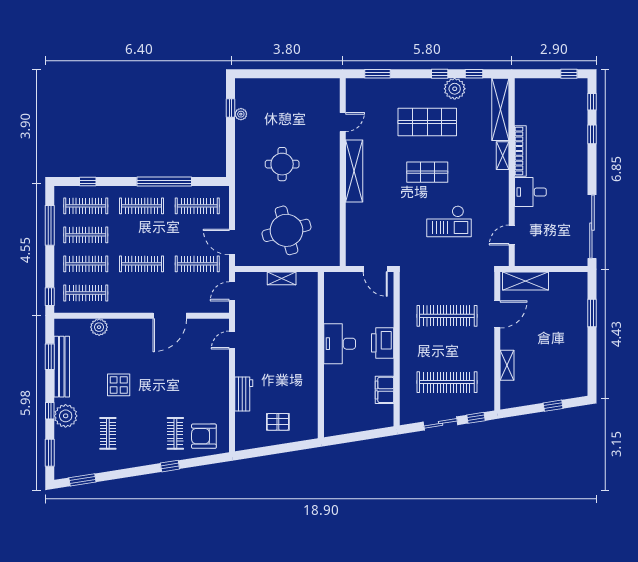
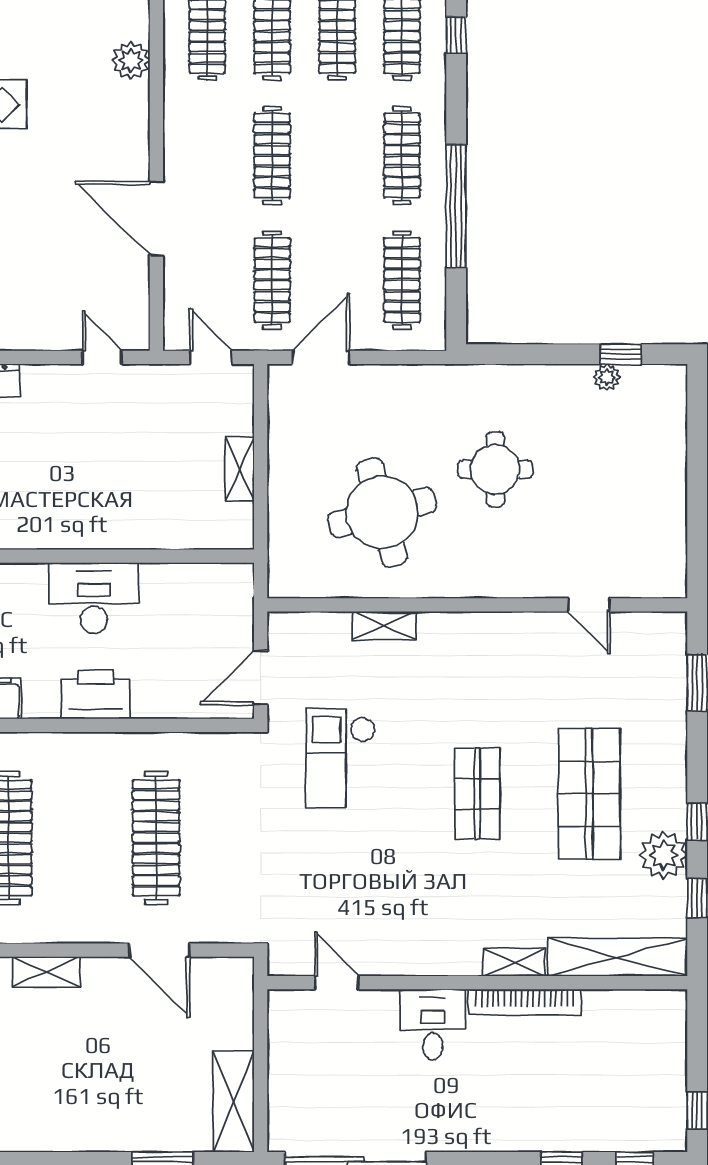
shelving: (354, 171) -> (384, 626), moved, width x0.45, depth x0.75
checkout: (449, 221) -> (341, 758), moved
round table: (287, 230) -> (382, 512), moved
shelving: (526, 281) -> (234, 1101), moved

